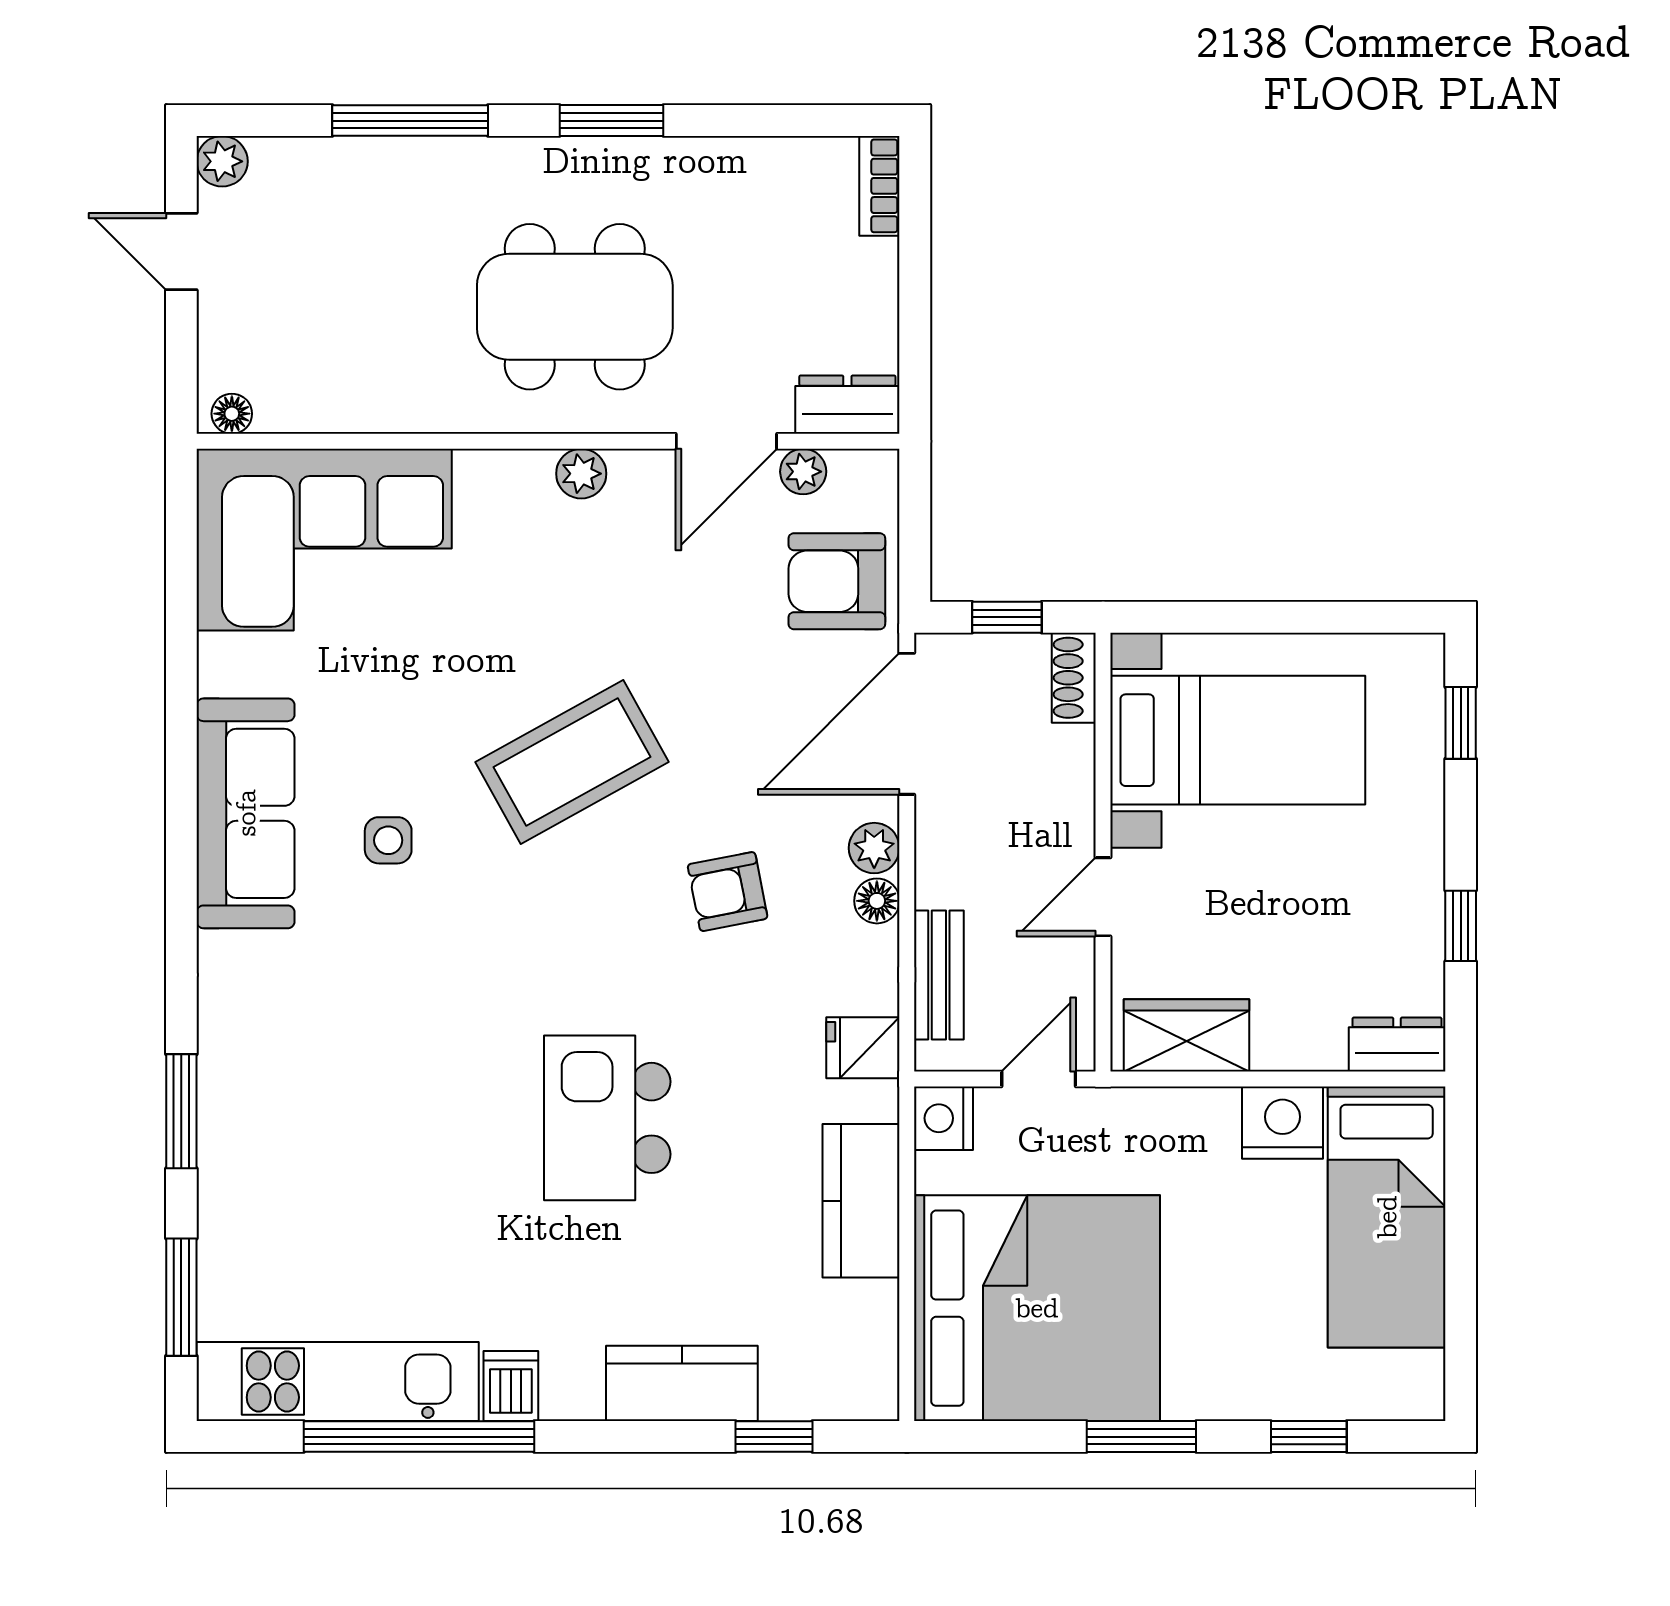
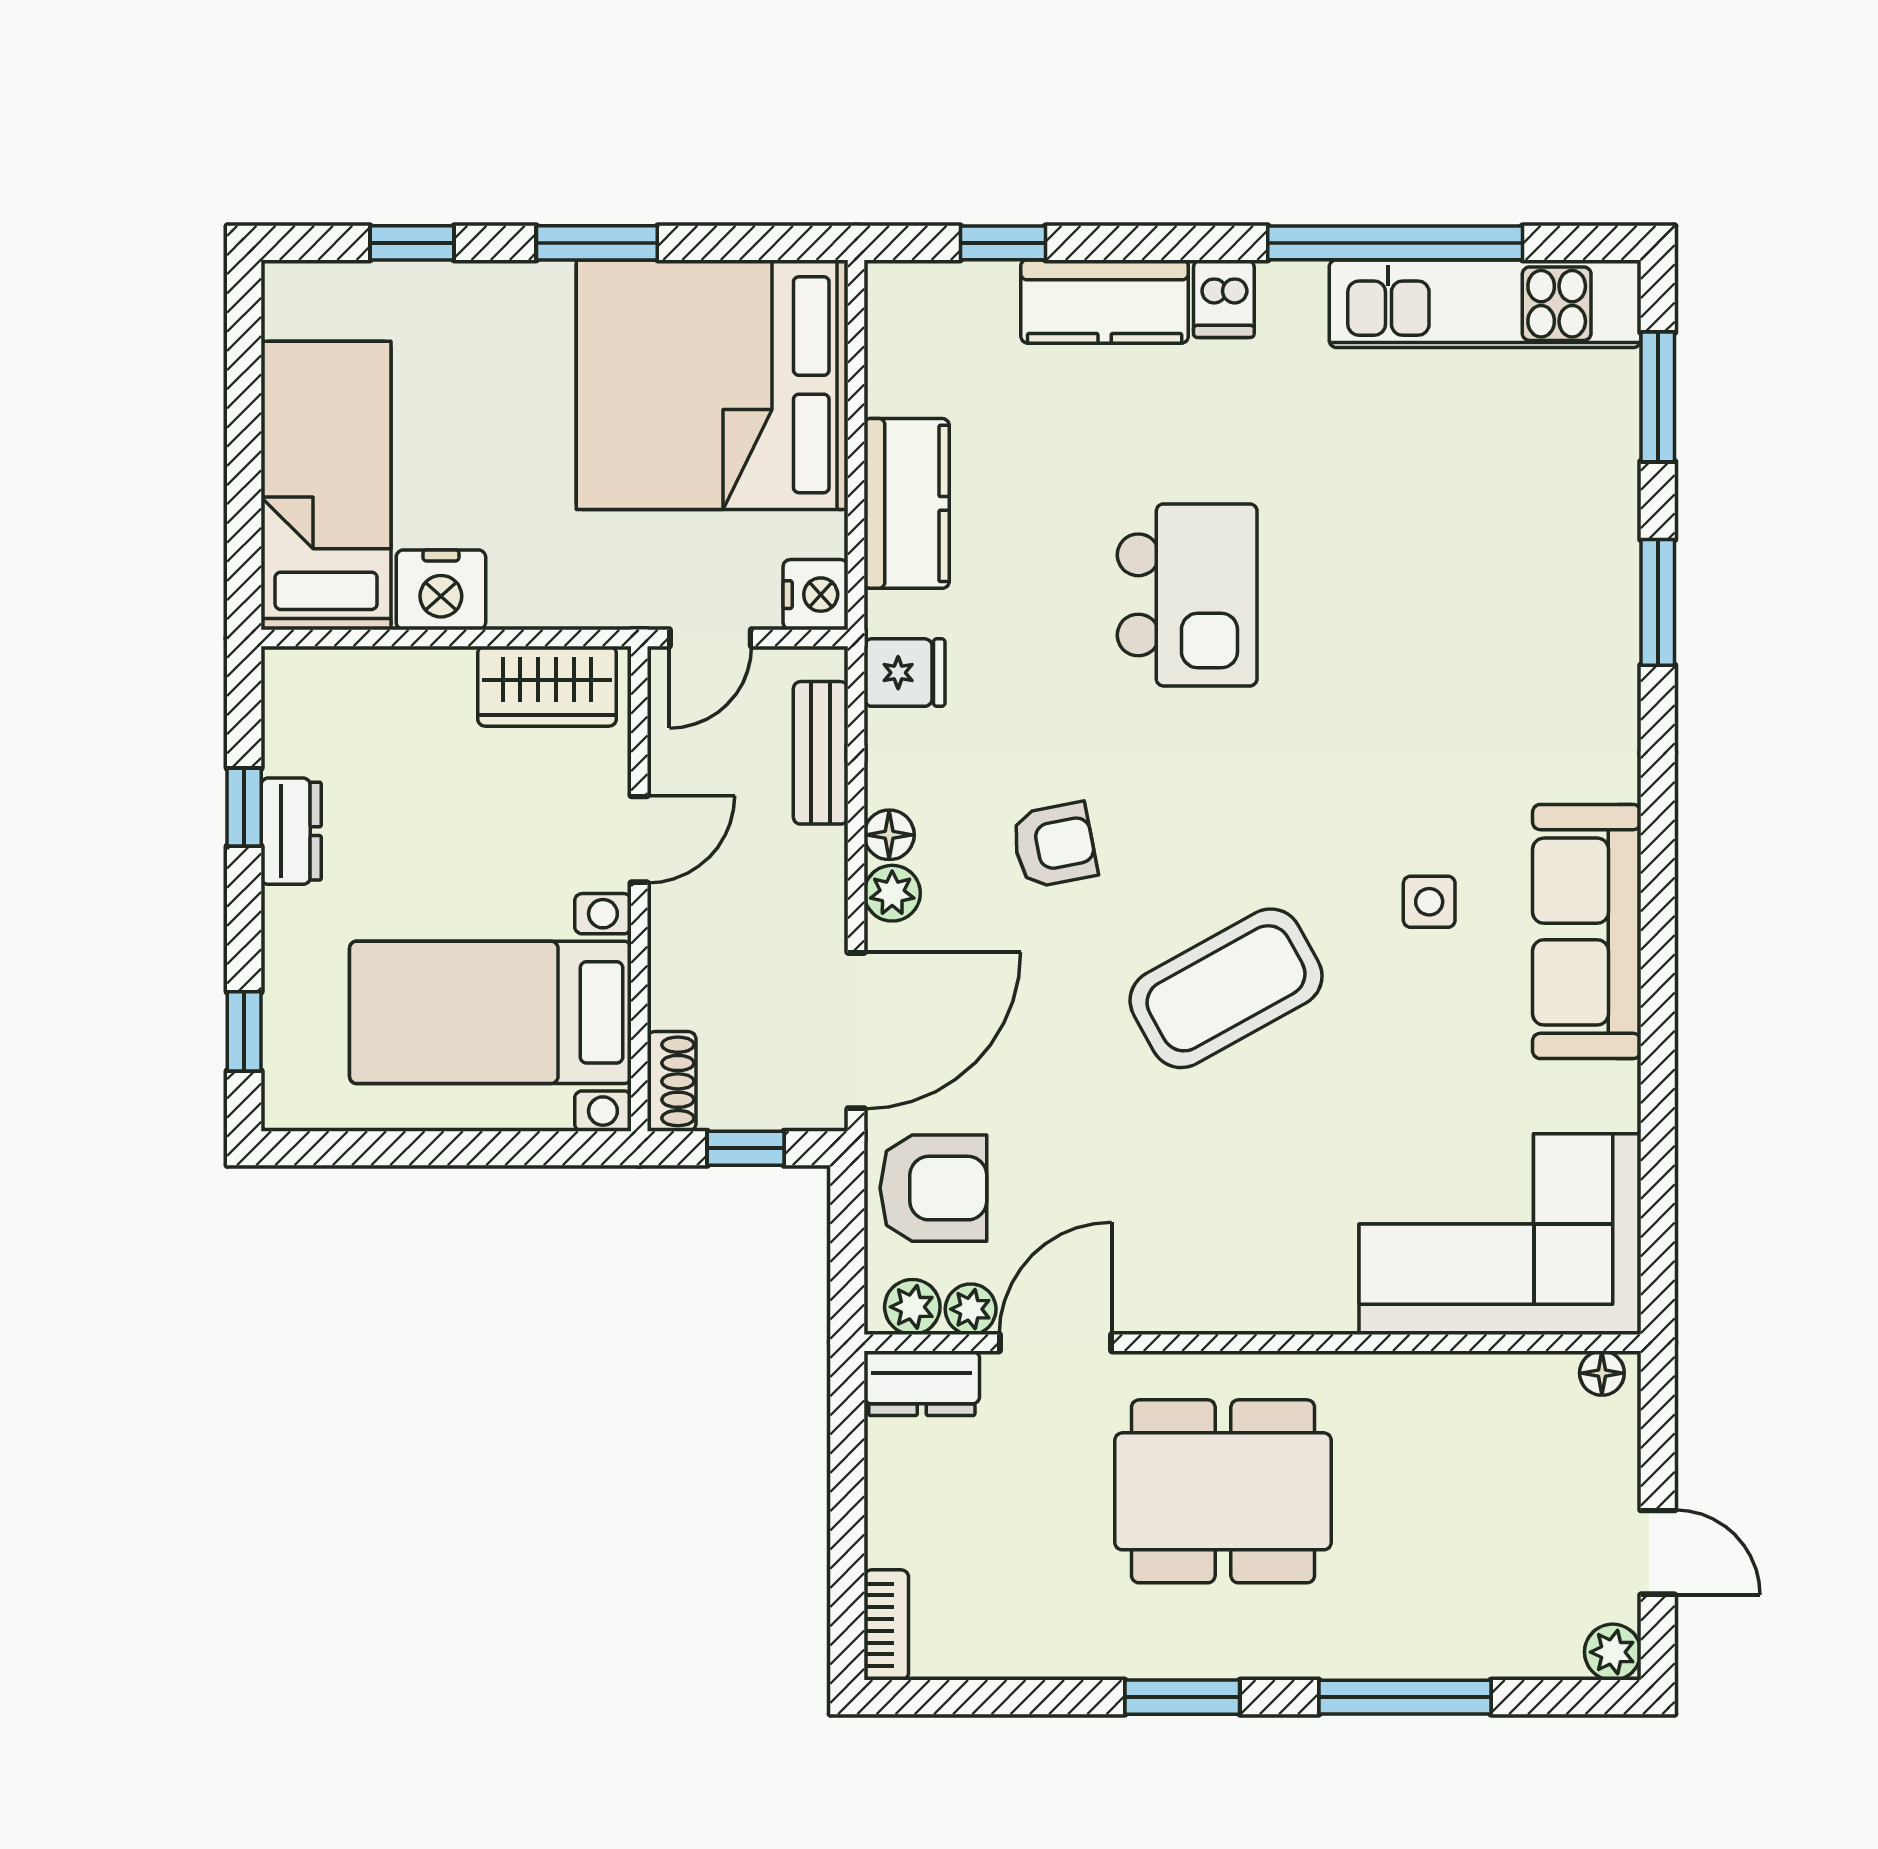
plant: (581, 474) -> (912, 1307), moved
dresser: (1397, 1045) -> (291, 831), moved, turned -90
dishwasher: (511, 1386) -> (1224, 299), moved

